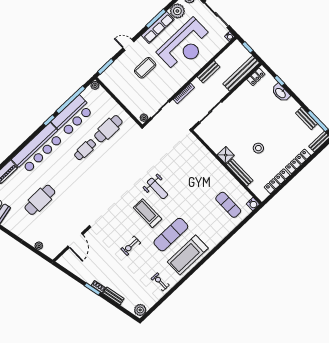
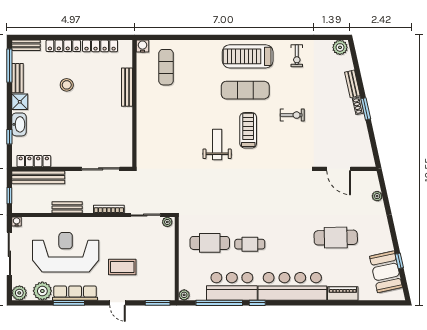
locker: (256, 77) -> (34, 161), width x1.53
stool: (258, 148) -> (67, 85), moved
shower: (226, 155) -> (20, 102), moved
treadmill: (147, 213) -> (248, 130), turned 180
door: (75, 240) -> (339, 169), swing flipped
treadmill: (188, 255) -> (248, 56), turned 180

